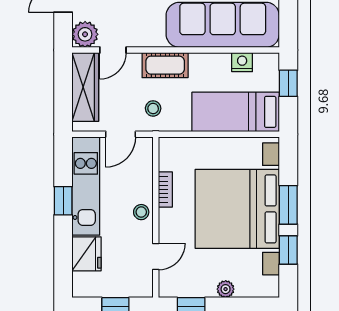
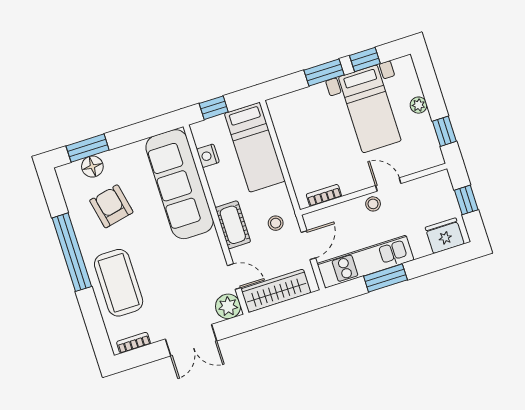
door: (121, 134) -> (308, 245), hinge flipped
bookcase: (165, 190) -> (324, 195), moved
window: (63, 201) -> (385, 278), width x1.50
bed with nightstands: (237, 209) -> (370, 109), width x0.54
fridge: (87, 254) -> (445, 236), moved
door: (156, 257) -> (388, 184), moved

